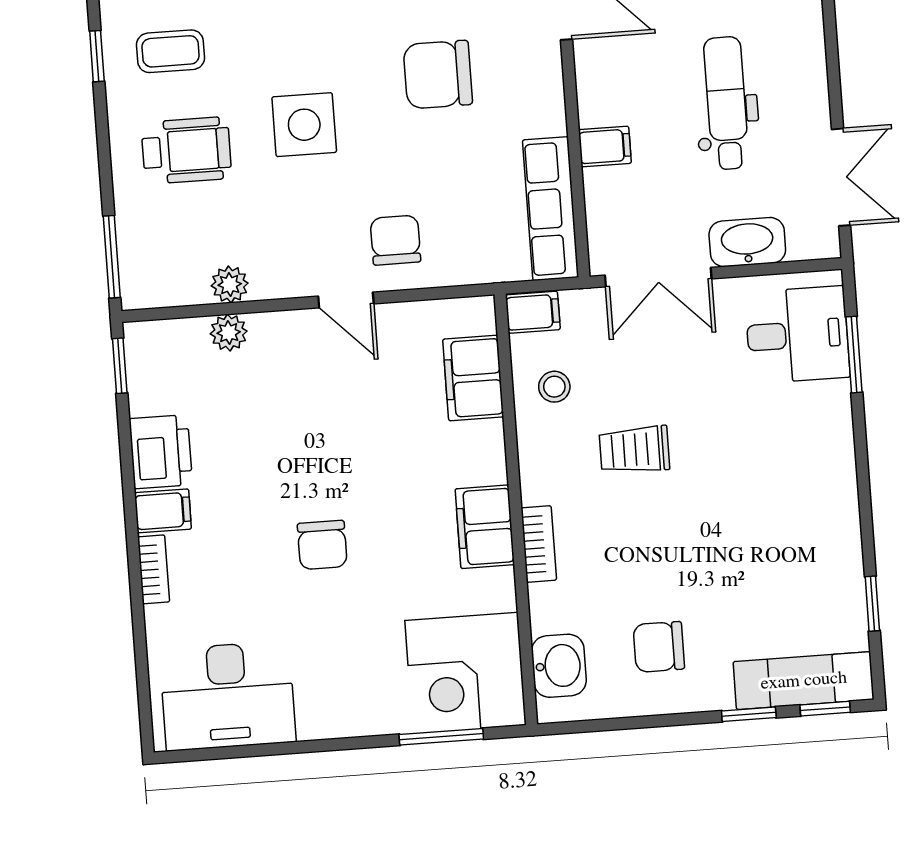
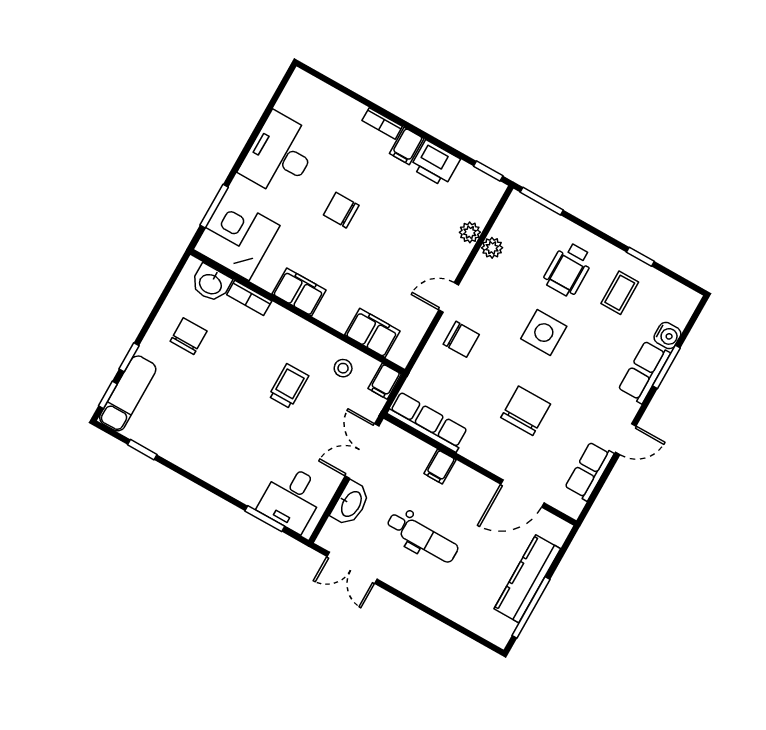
bookcase: (539, 544) -> (249, 298), moved
desk: (228, 696) -> (280, 155), moved

